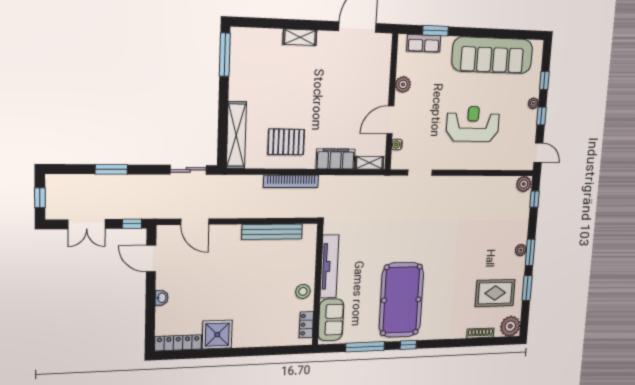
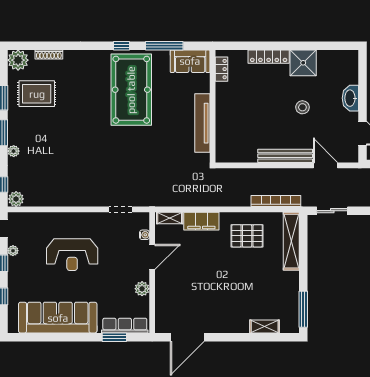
shelving: (300, 37) -> (265, 327), moved
row of seats: (424, 43) -> (125, 326), width x1.48
plant: (533, 103) -> (13, 251), moved
bookcase: (291, 181) -> (276, 201), moved
bench: (272, 232) -> (285, 156), moved
plant: (521, 250) -> (14, 151), moved
stool: (303, 291) -> (302, 107), moved
washbasin: (162, 298) -> (350, 98), width x1.91, depth x1.45
sofa: (331, 320) -> (190, 61), moved, turned -90
locker: (178, 343) -> (269, 57), moved

